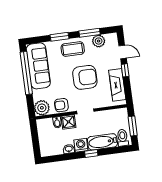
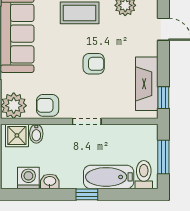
window: (125, 70) -> (163, 98), moved
armchair: (85, 77) -> (94, 64), width x0.53, depth x0.53
shower: (68, 122) -> (17, 135), moved
washing machine: (81, 145) -> (28, 178), moved

